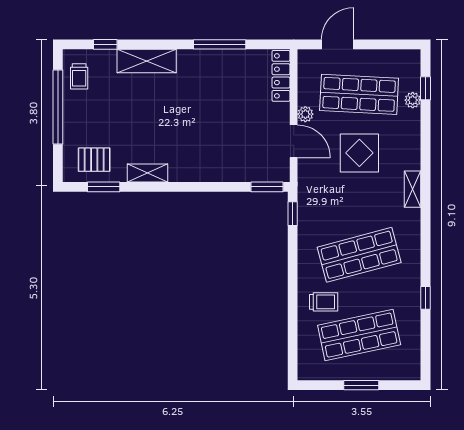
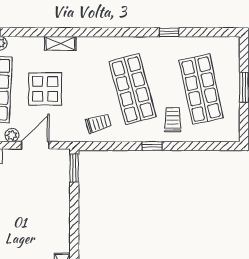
shelving: (412, 189) -> (60, 43), moved
window: (293, 214) -> (152, 146), moved
trolley: (319, 215) -> (98, 123), added

